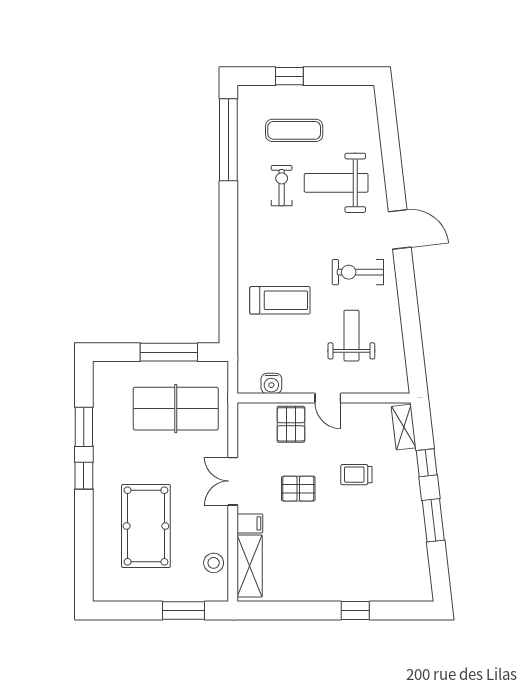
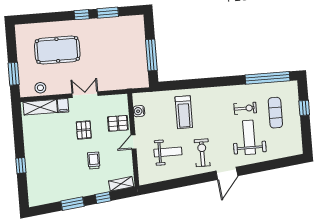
table tennis table: (176, 409) -> (121, 61), removed

